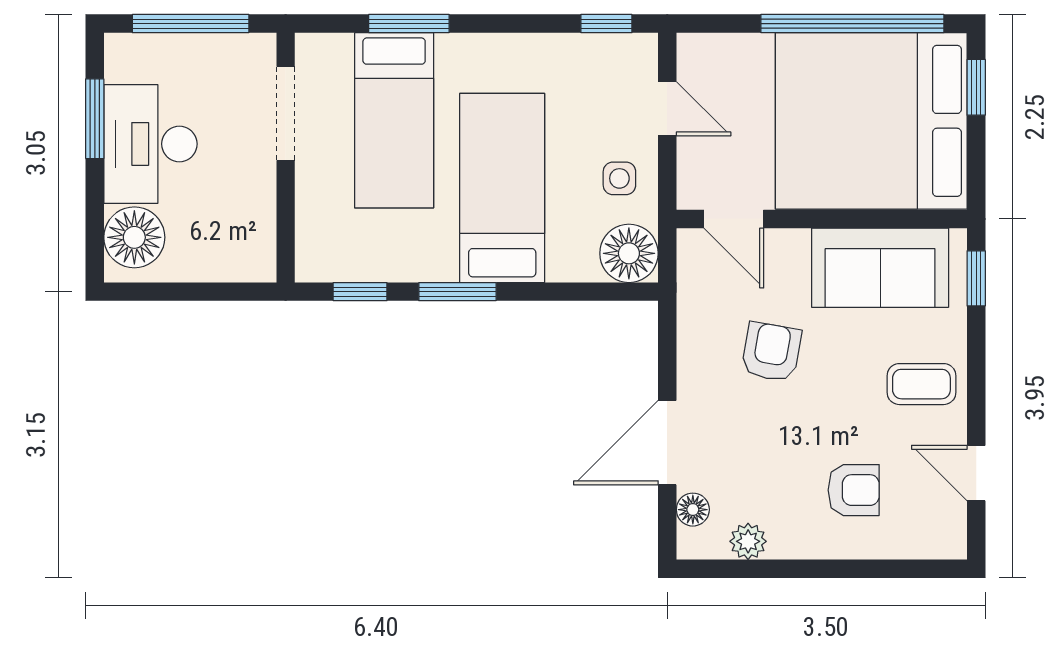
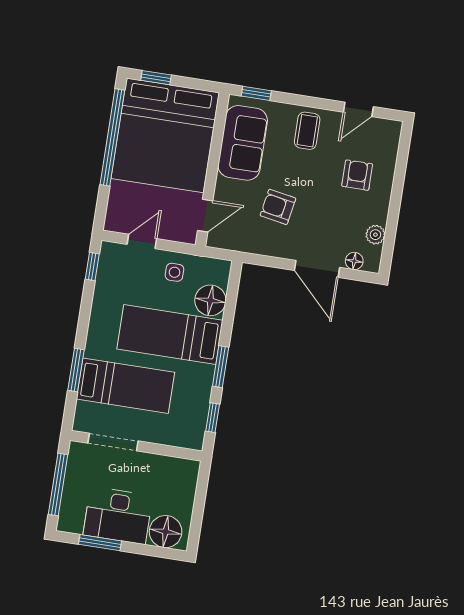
floor lamp: (629, 253) -> (210, 300), moved

